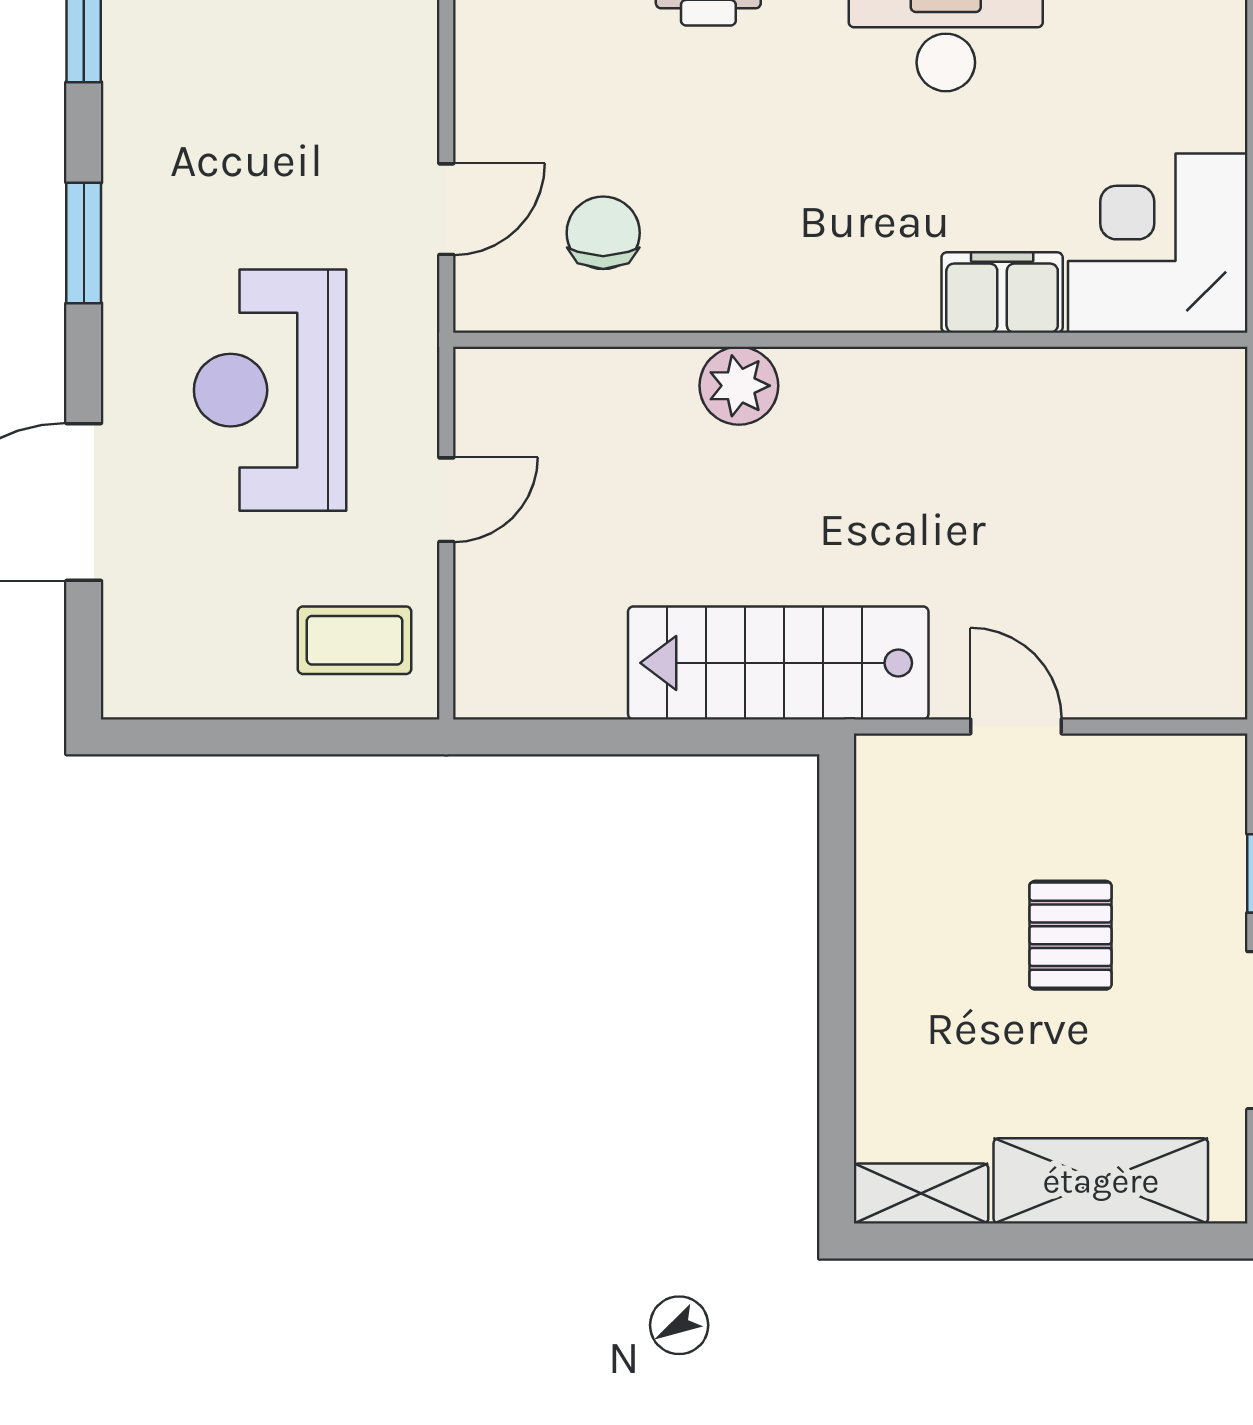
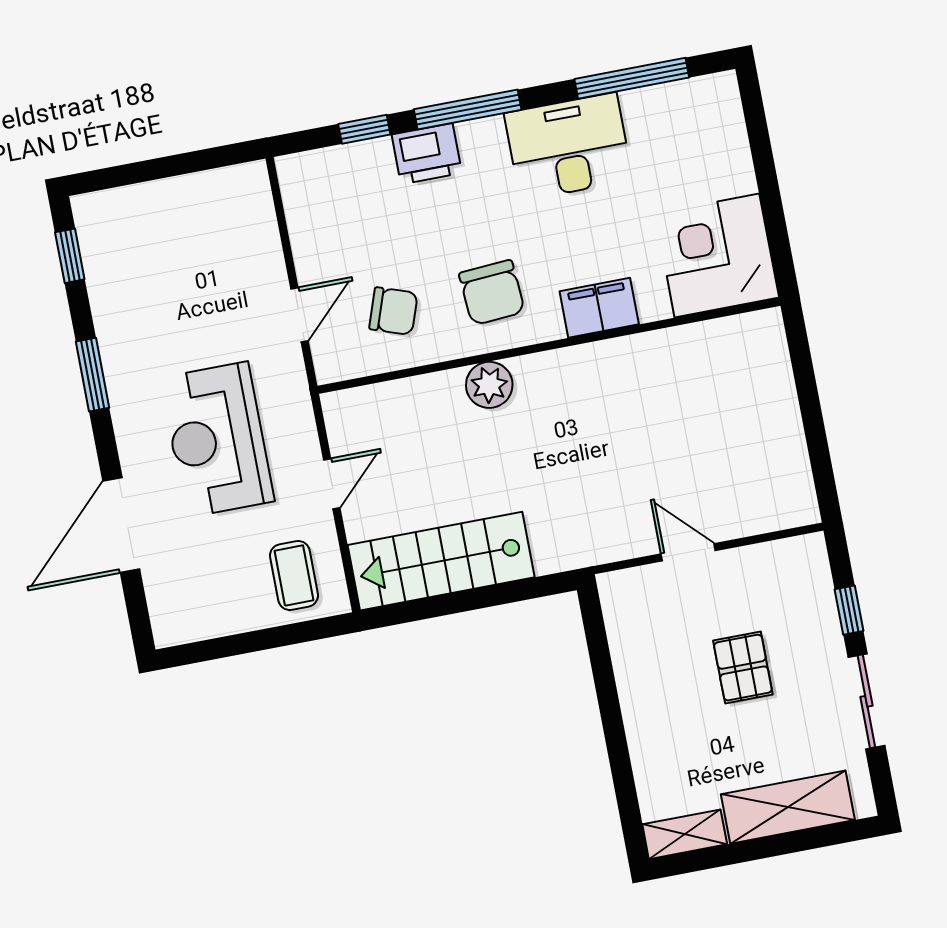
chair: (603, 233) -> (393, 311), turned 109
chair: (772, 233) -> (492, 293), added
filing cabinet: (1002, 292) -> (599, 308), moved
coffee table: (355, 640) -> (294, 575), turned 90
stairs: (778, 663) -> (441, 561), moved

